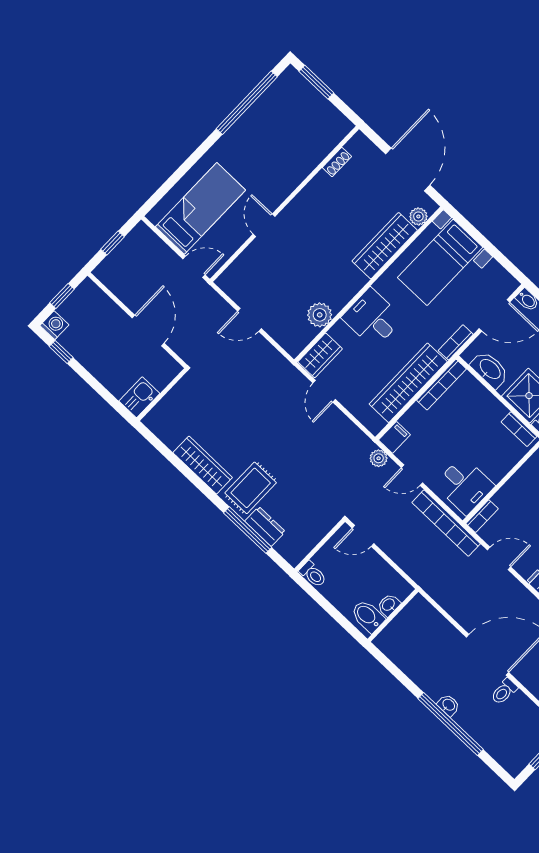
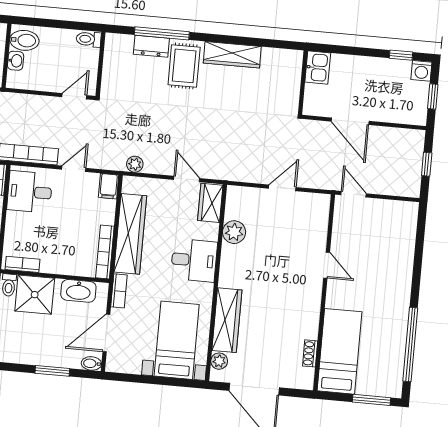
bed: (200, 208) -> (340, 351), moved, turned 180
door: (194, 267) -> (354, 194), swing flipped
plant: (379, 458) -> (135, 164), moved

